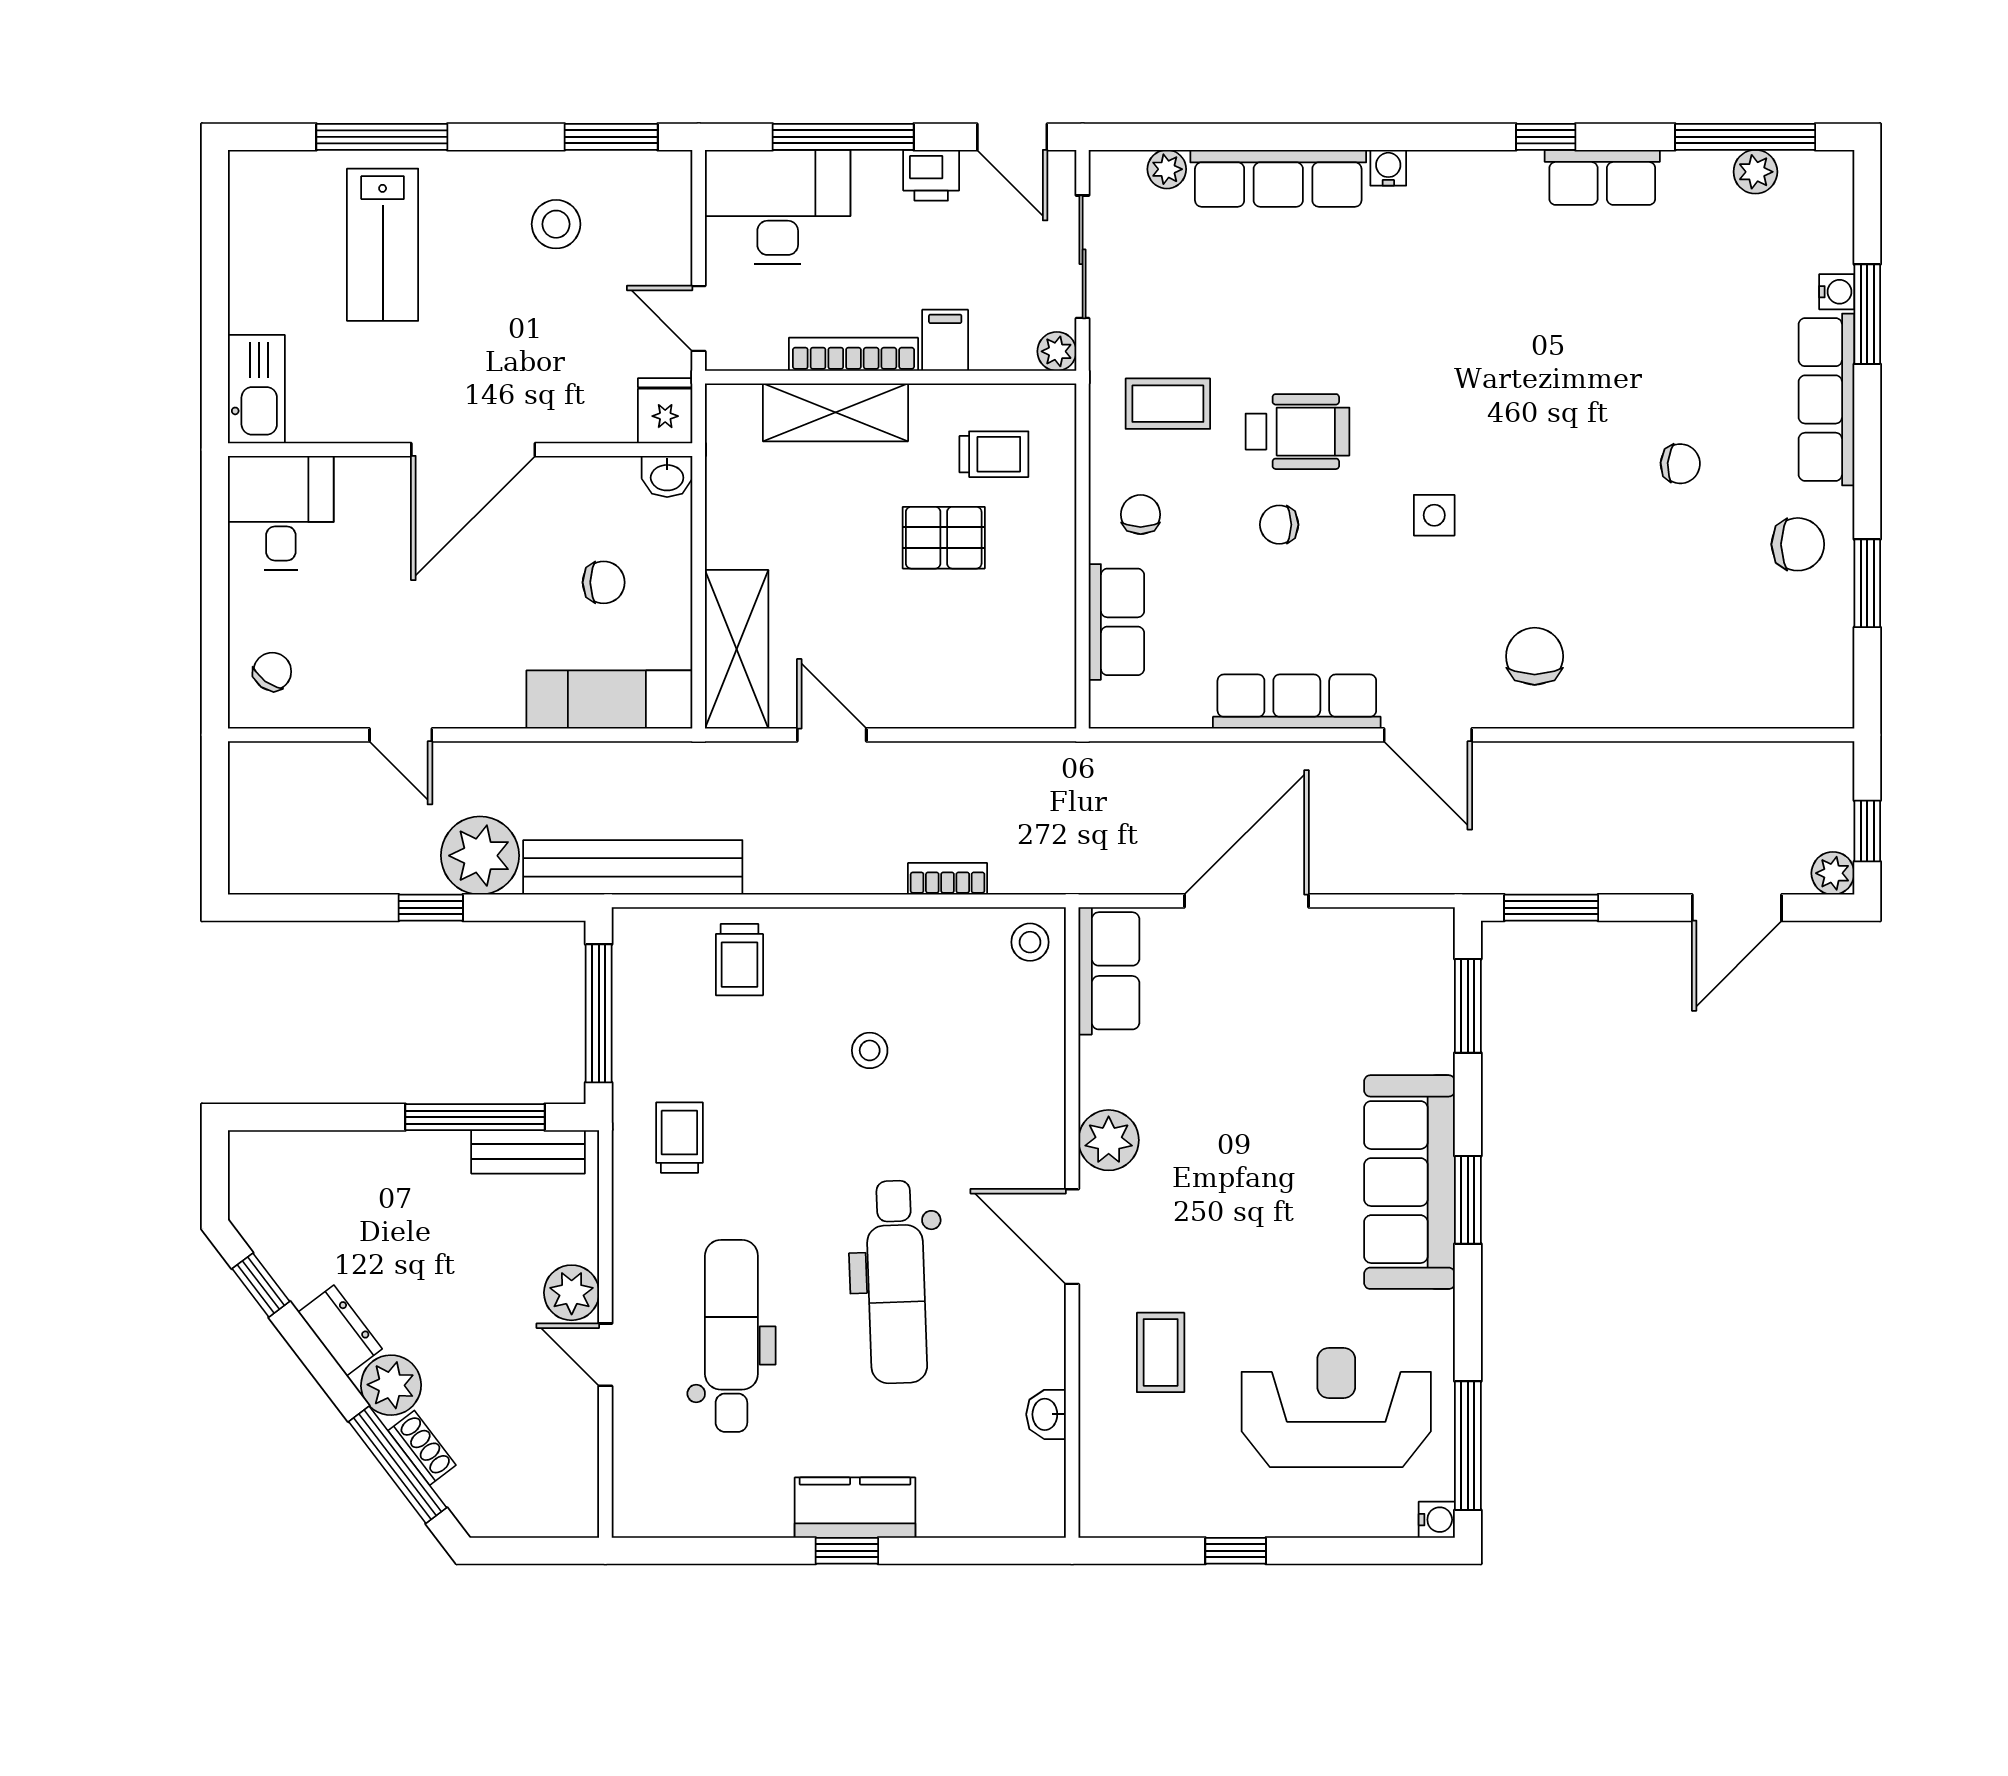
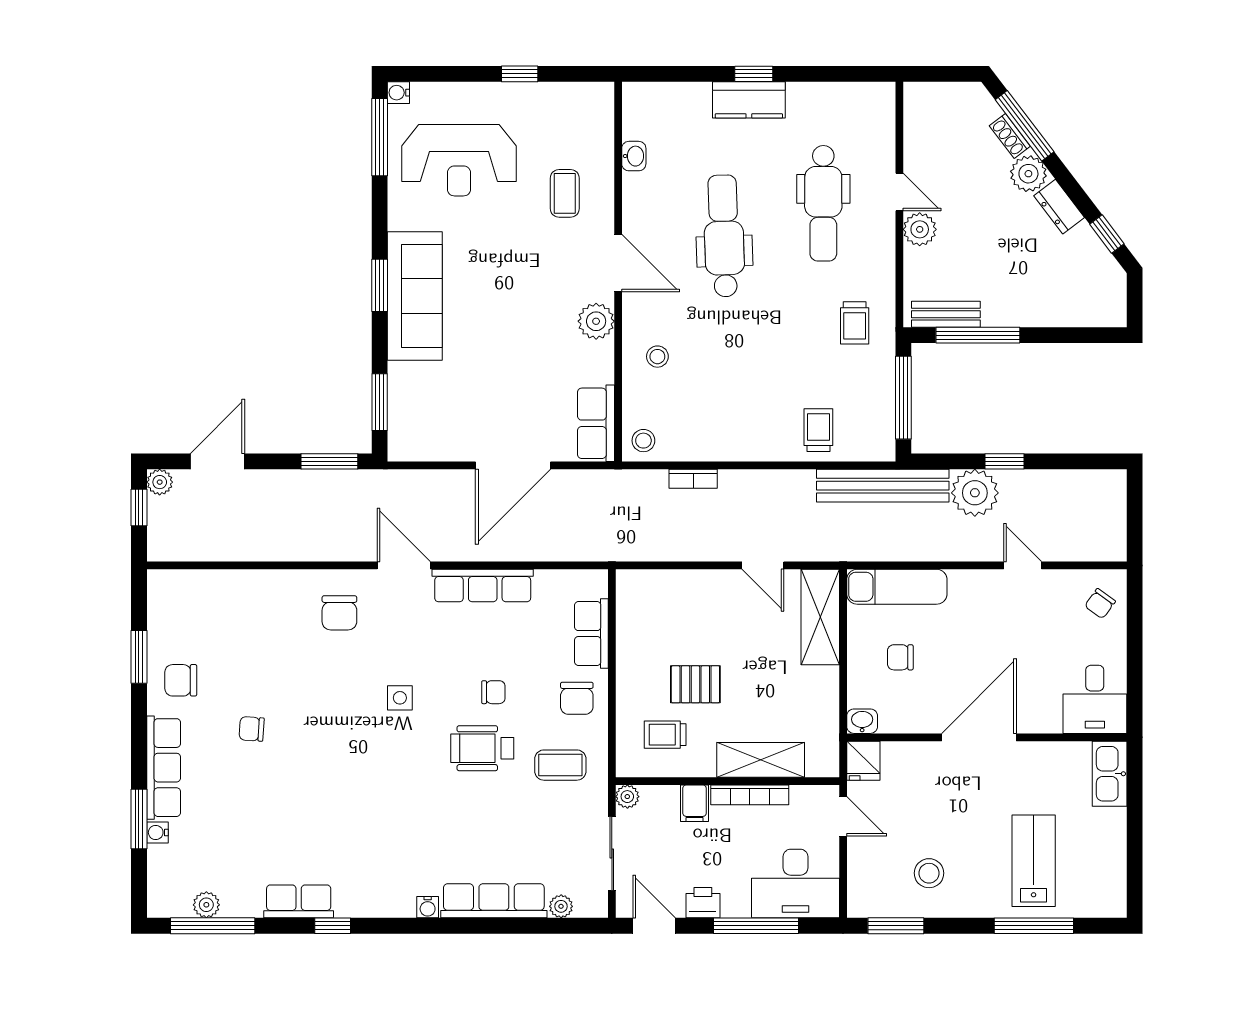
chair: (1141, 514) -> (577, 698), width x1.37, depth x1.37
stool: (870, 1050) -> (657, 357), moved

